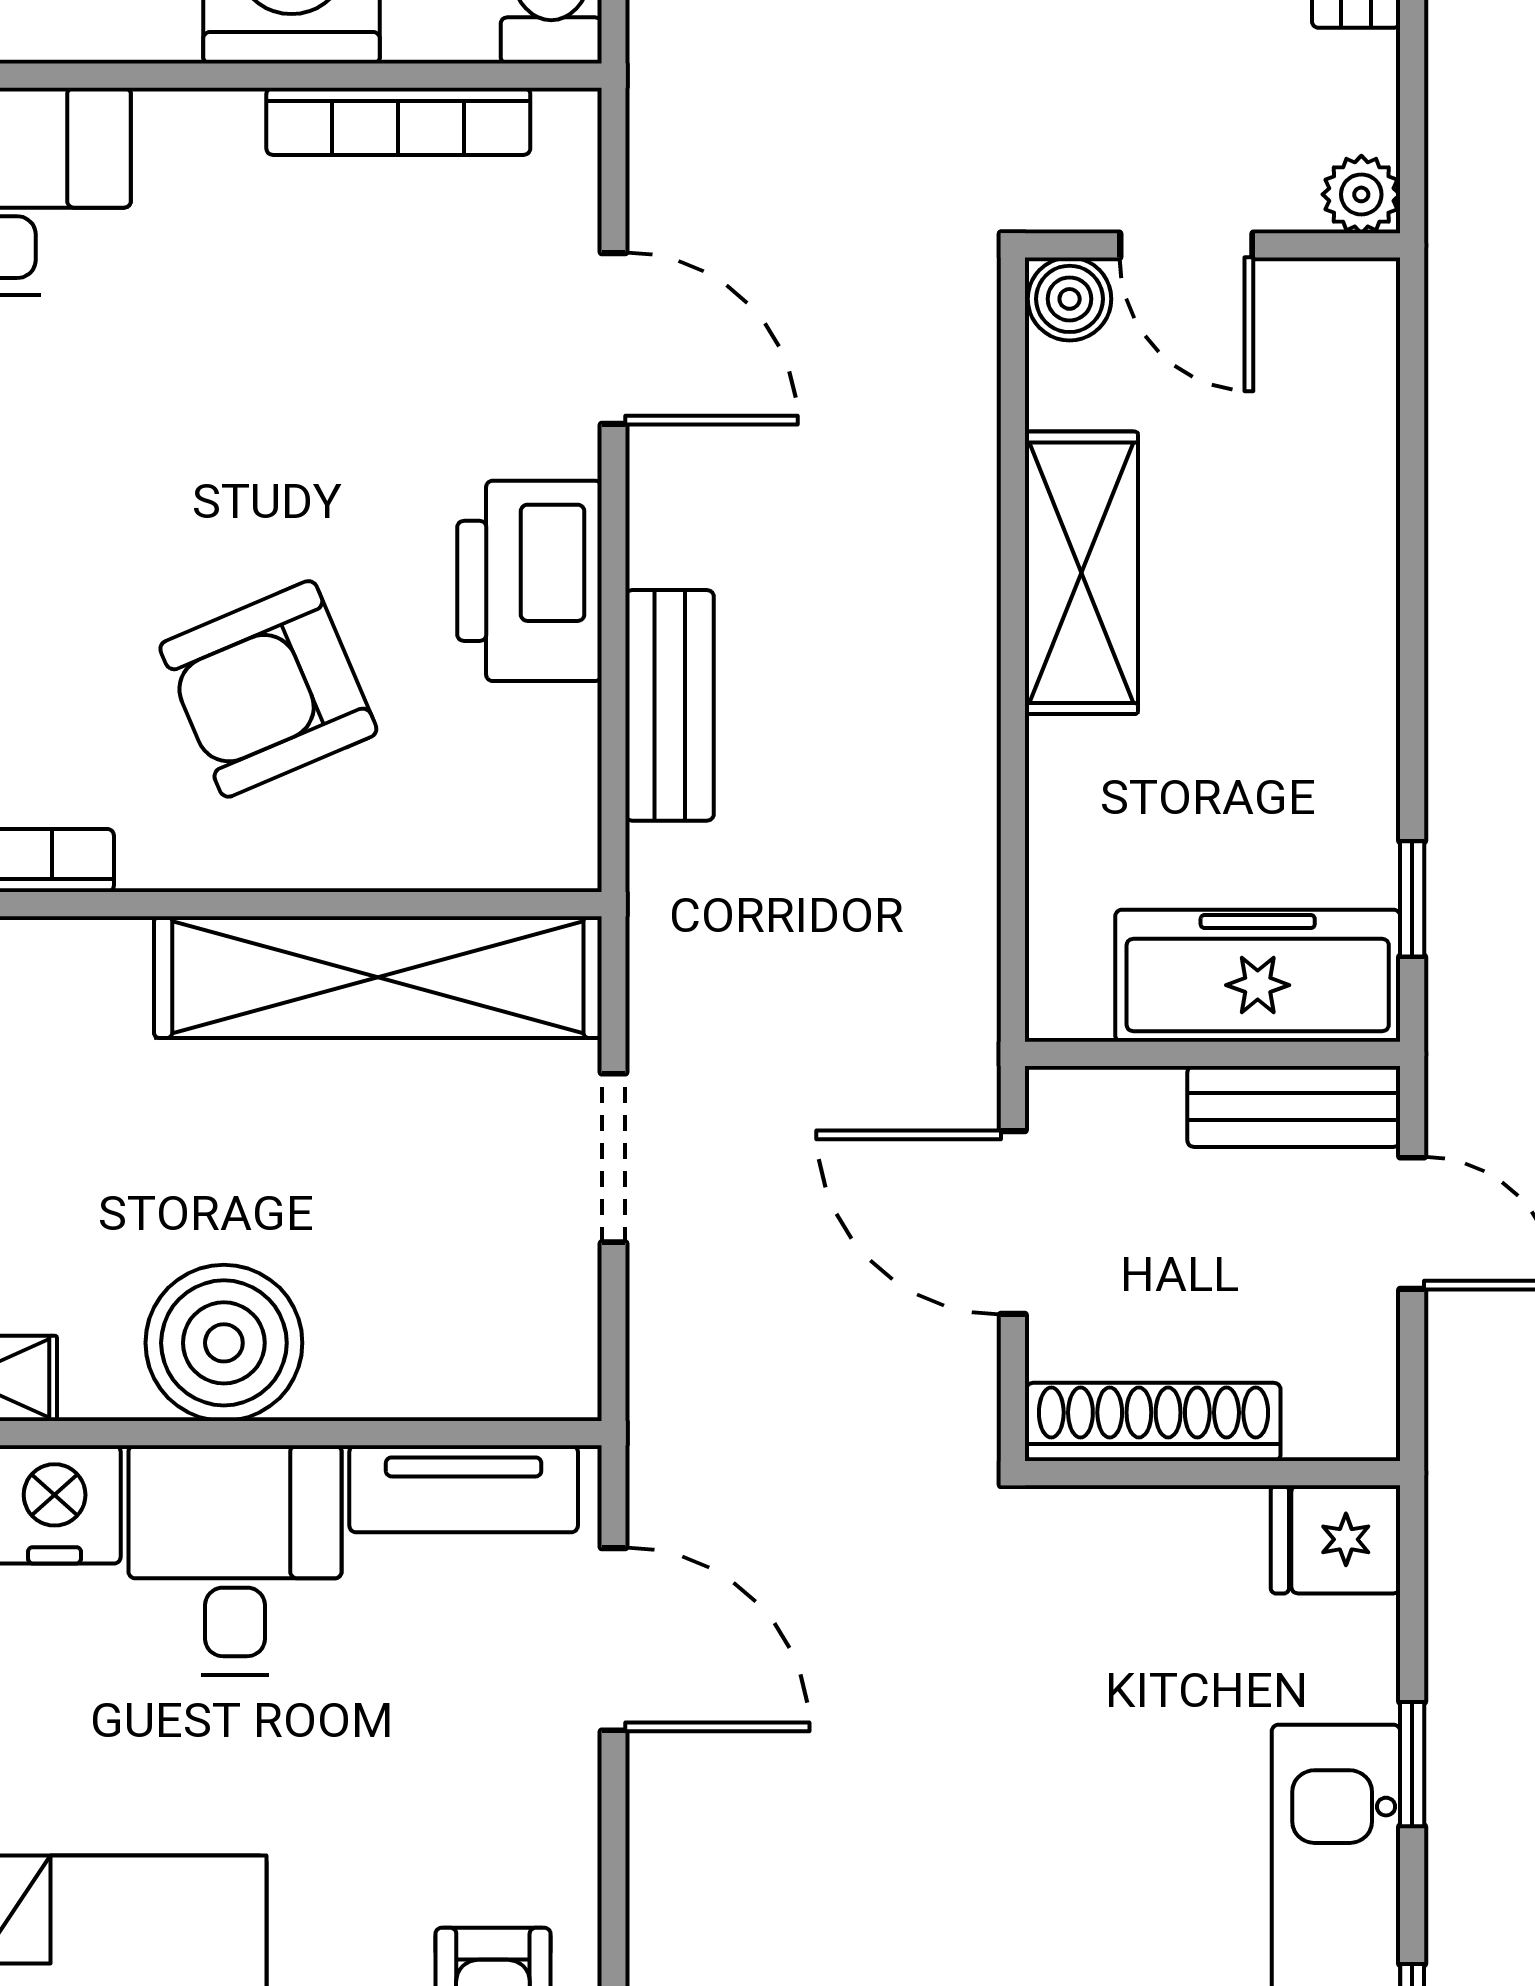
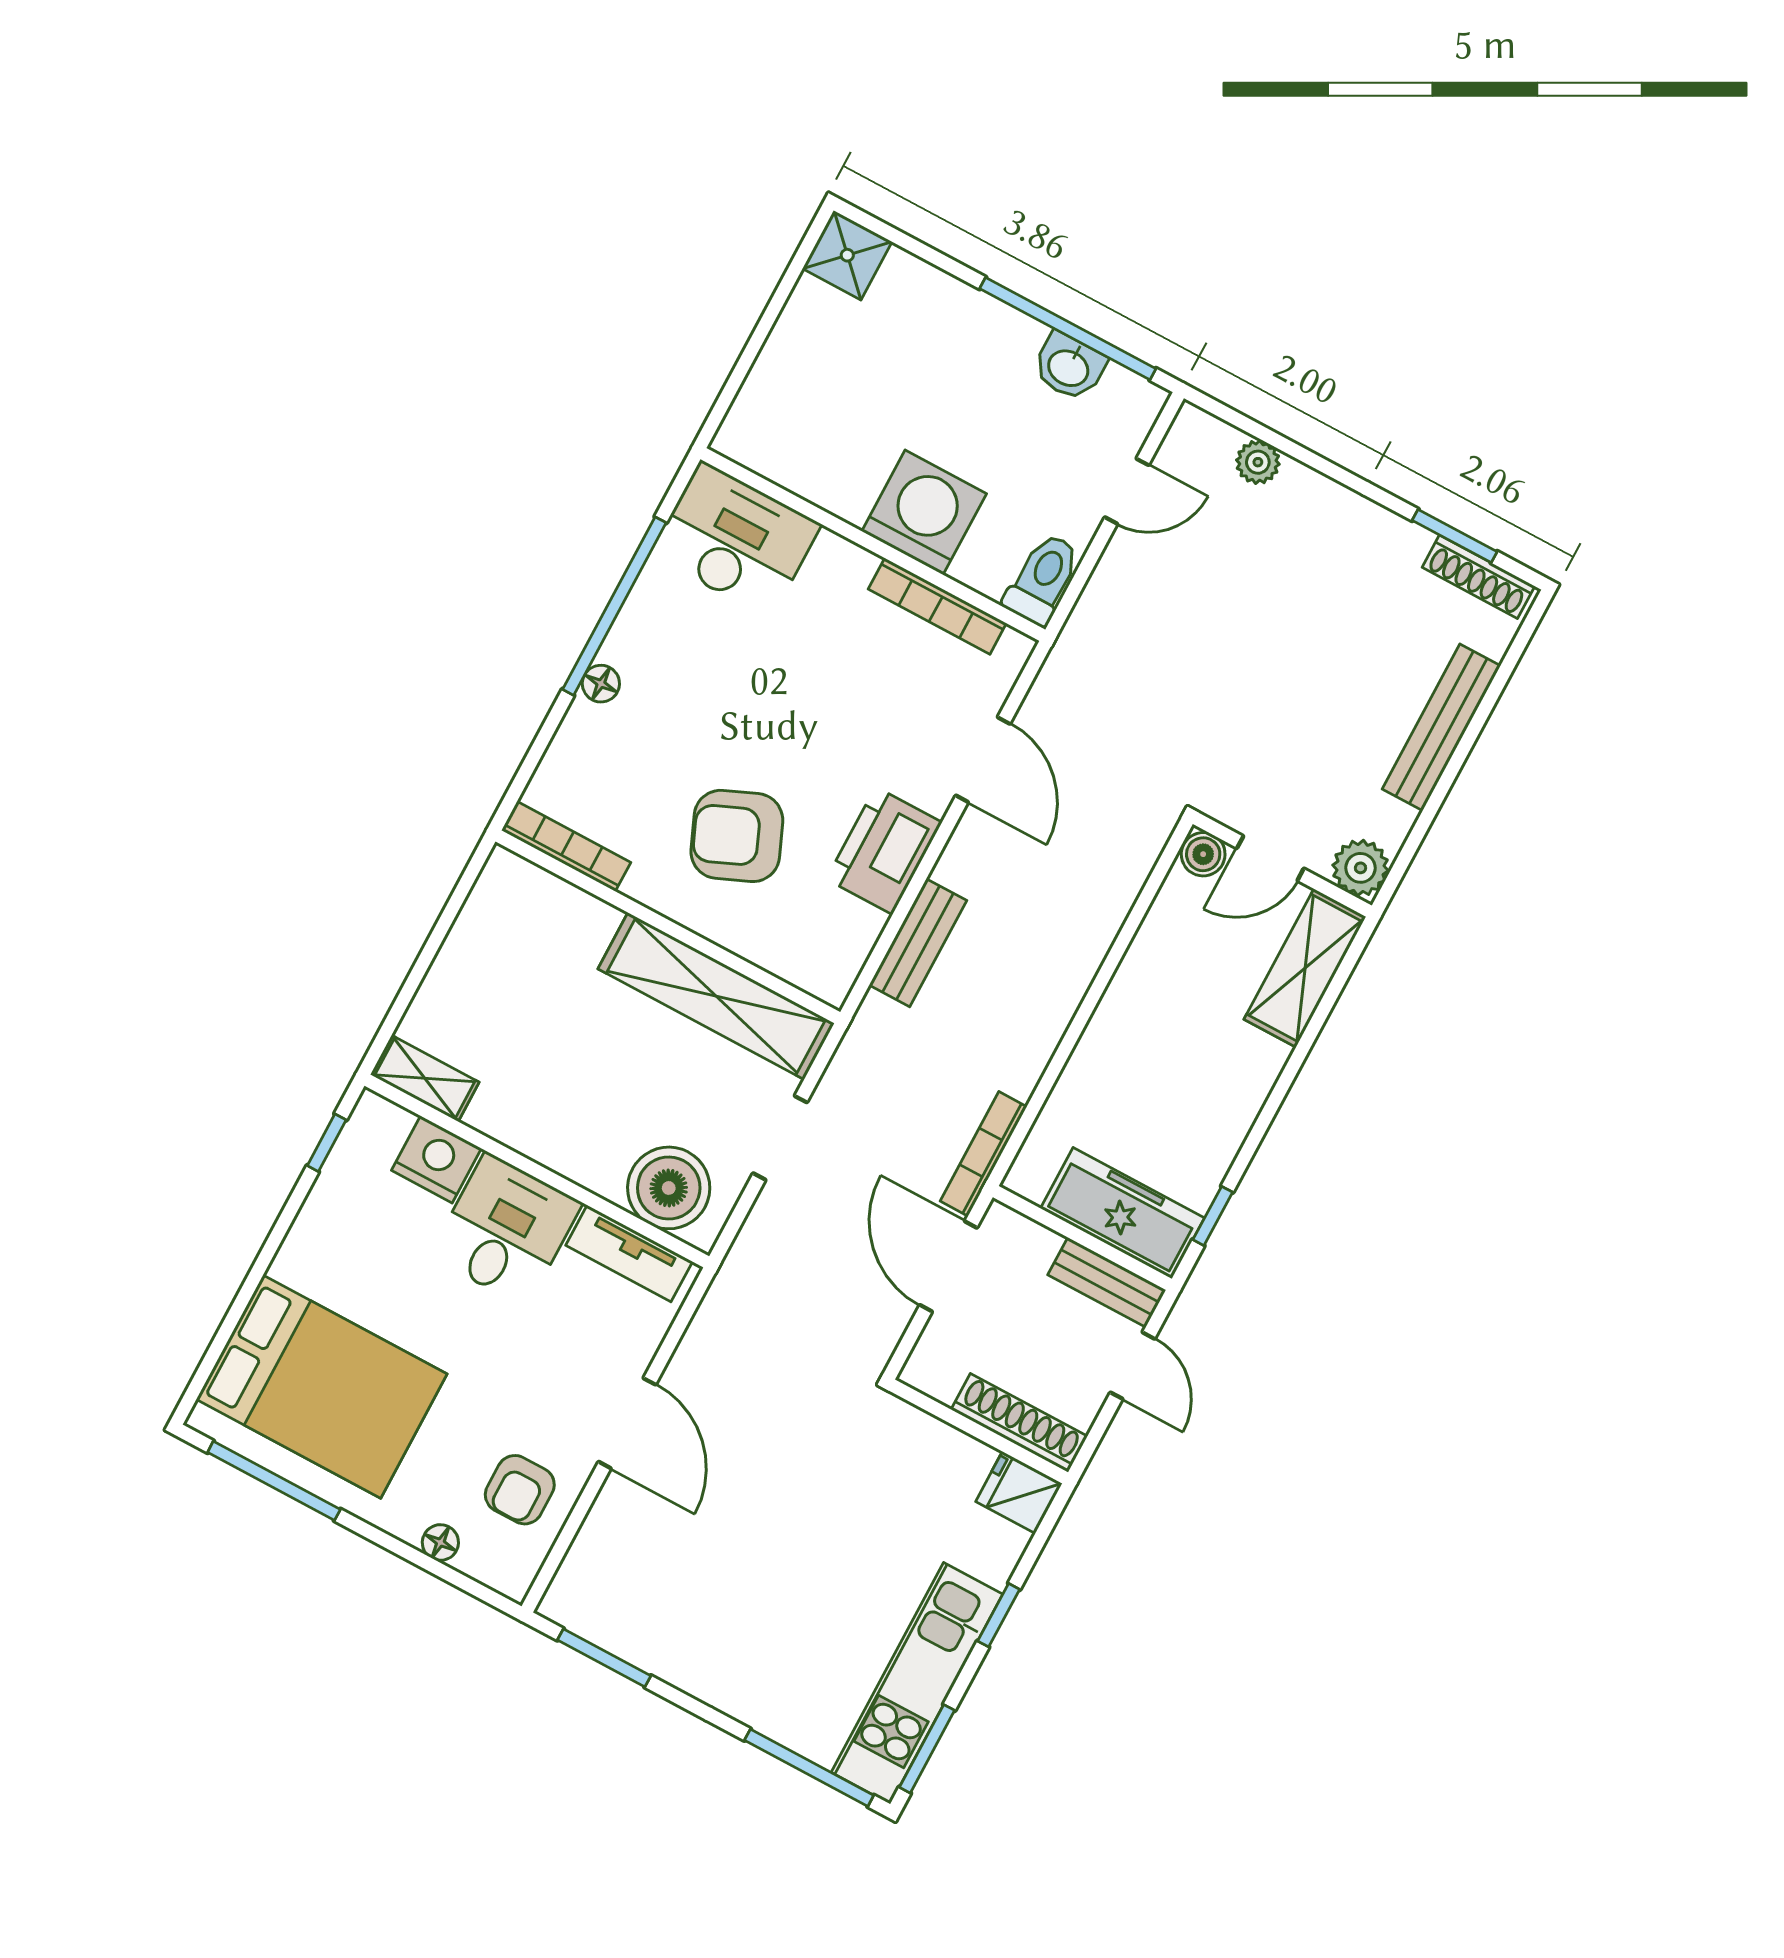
plant: (1361, 194) -> (1361, 868), width x1.38, depth x1.38
door: (1186, 245) -> (1270, 858), hinge flipped
shelving: (1081, 573) -> (1305, 968), moved
bookcase: (970, 1001) -> (984, 1154), added
boiler: (224, 1343) -> (669, 1188), moved
shoe rack: (1153, 1422) -> (1019, 1423), moved
door: (614, 1639) -> (627, 1423), moved

